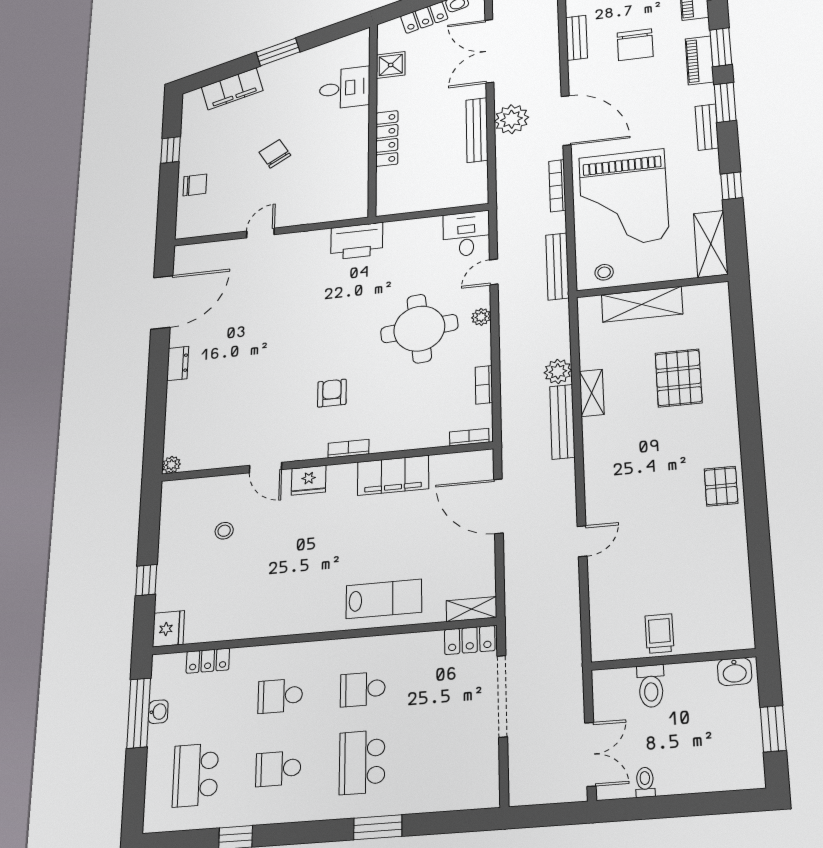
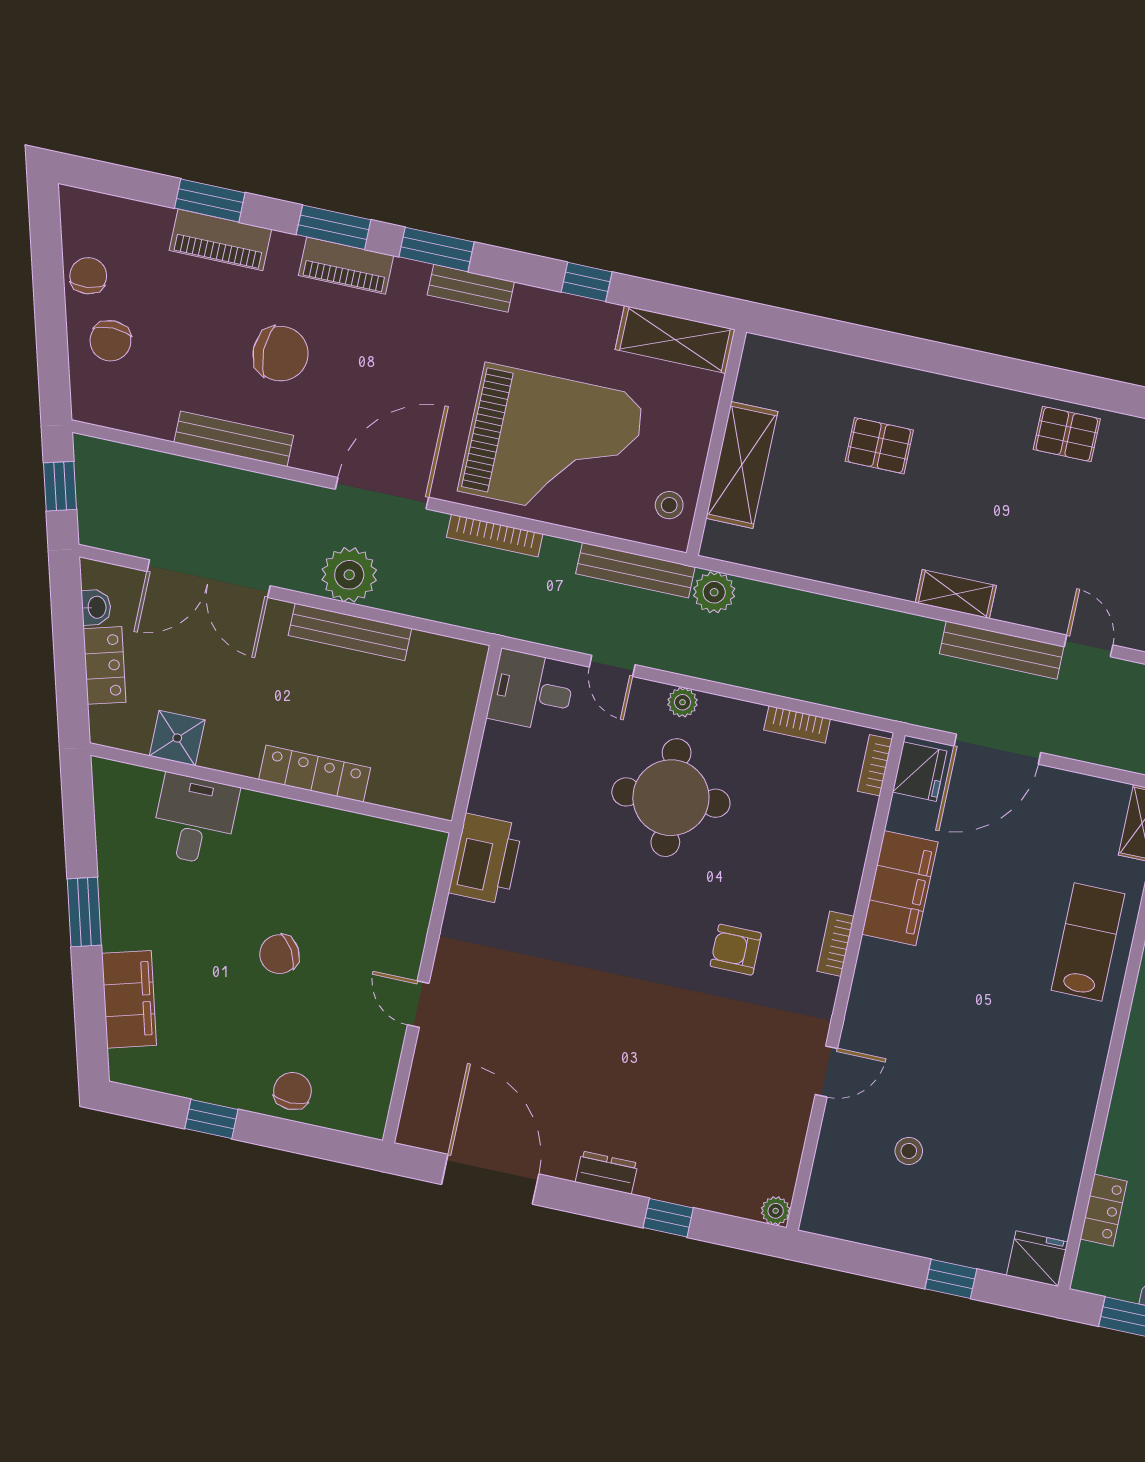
bench: (577, 38) -> (234, 439), width x1.36
plant: (558, 371) -> (714, 592), moved
pallet: (679, 378) -> (879, 446), width x0.67, depth x0.71
shelving: (592, 393) -> (956, 594), moved
window: (156, 406) -> (668, 1218), added
bench: (562, 422) -> (1002, 650), moved
fridge: (309, 480) -> (920, 772), moved

